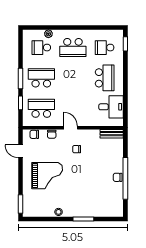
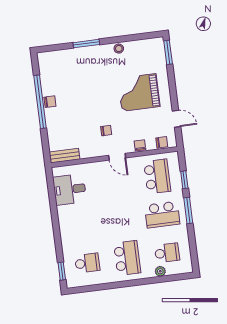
school desk: (73, 48) -> (127, 258), turned 90
school desk: (105, 78) -> (82, 225), removed
school desk: (41, 108) -> (157, 176), turned -90

